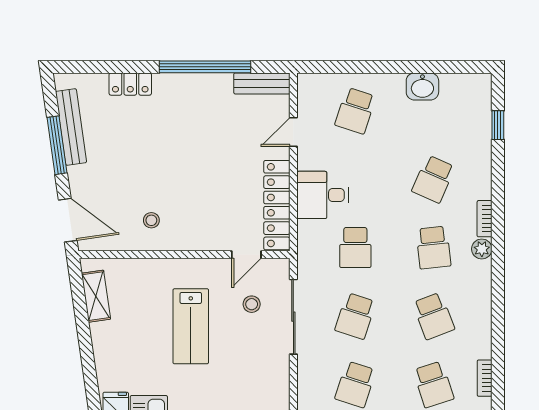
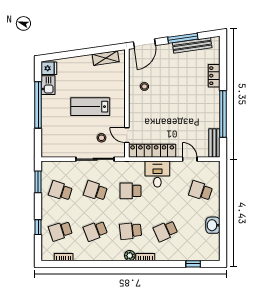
school desk: (433, 179) -> (166, 231), turned -48

